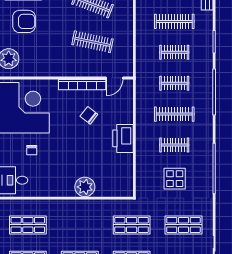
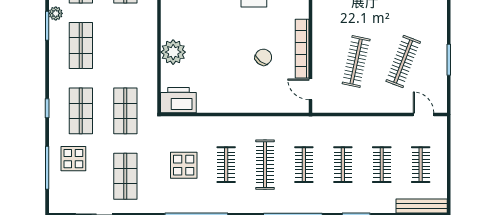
clothes rail: (174, 21) -> (382, 165), width x0.73
printer: (123, 138) -> (178, 100), moved

